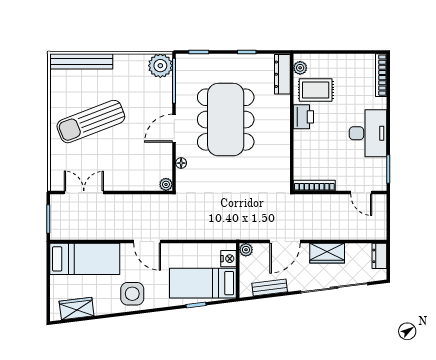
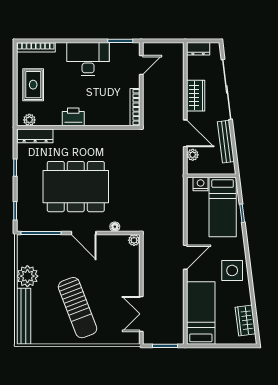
plant: (160, 66) -> (27, 276), moved
rug: (316, 90) -> (33, 85), moved
plant: (246, 250) -> (193, 155), moved
bench: (270, 288) -> (226, 142), width x1.36

